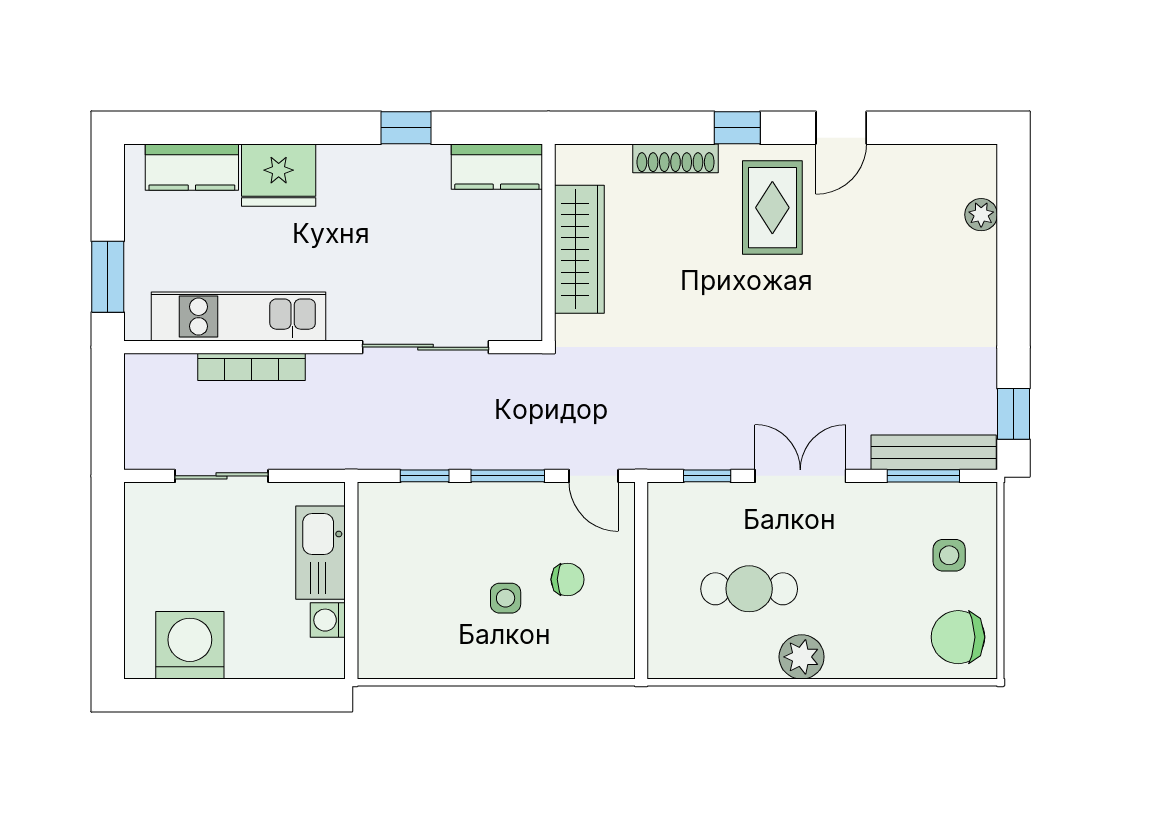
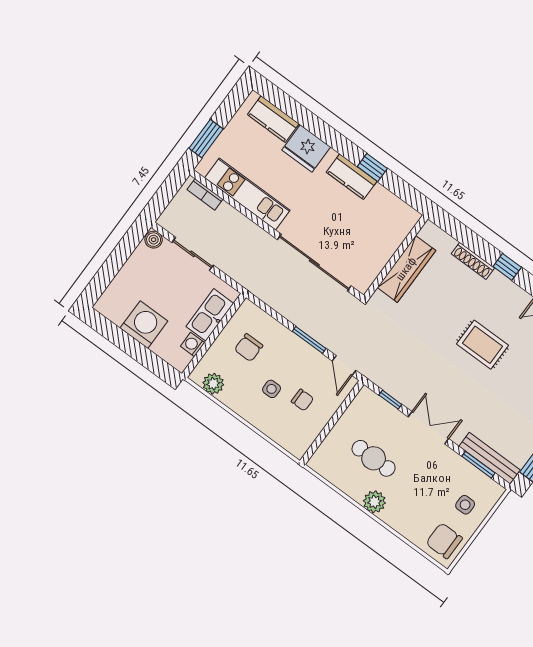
kitchen counter: (497, 167) -> (352, 177), moved
rug: (772, 208) -> (482, 345), moved, turned 90
sliding door: (425, 347) -> (314, 263), width x1.36
bookcase: (252, 367) -> (205, 194), moved, width x0.64
window: (425, 476) -> (275, 315), removed
boiler: (143, 499) -> (154, 240), added
chair: (421, 559) -> (249, 348), added
washing machine: (190, 645) -> (144, 325), moved
plant: (407, 658) -> (213, 384), added

